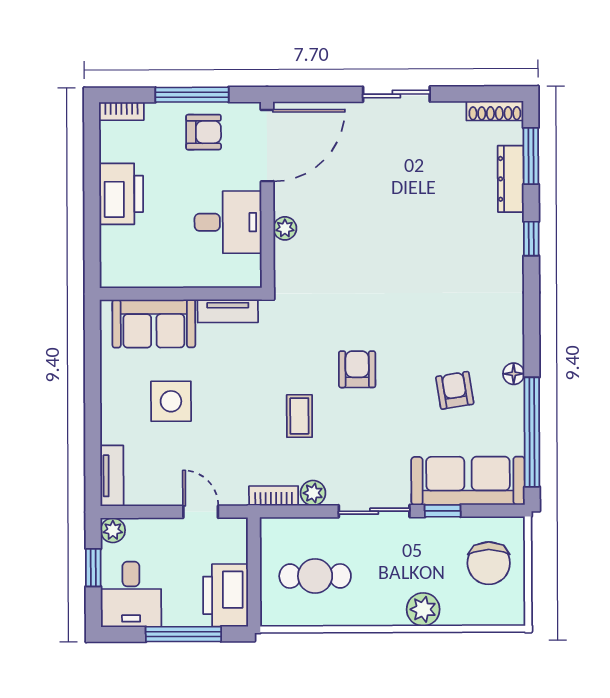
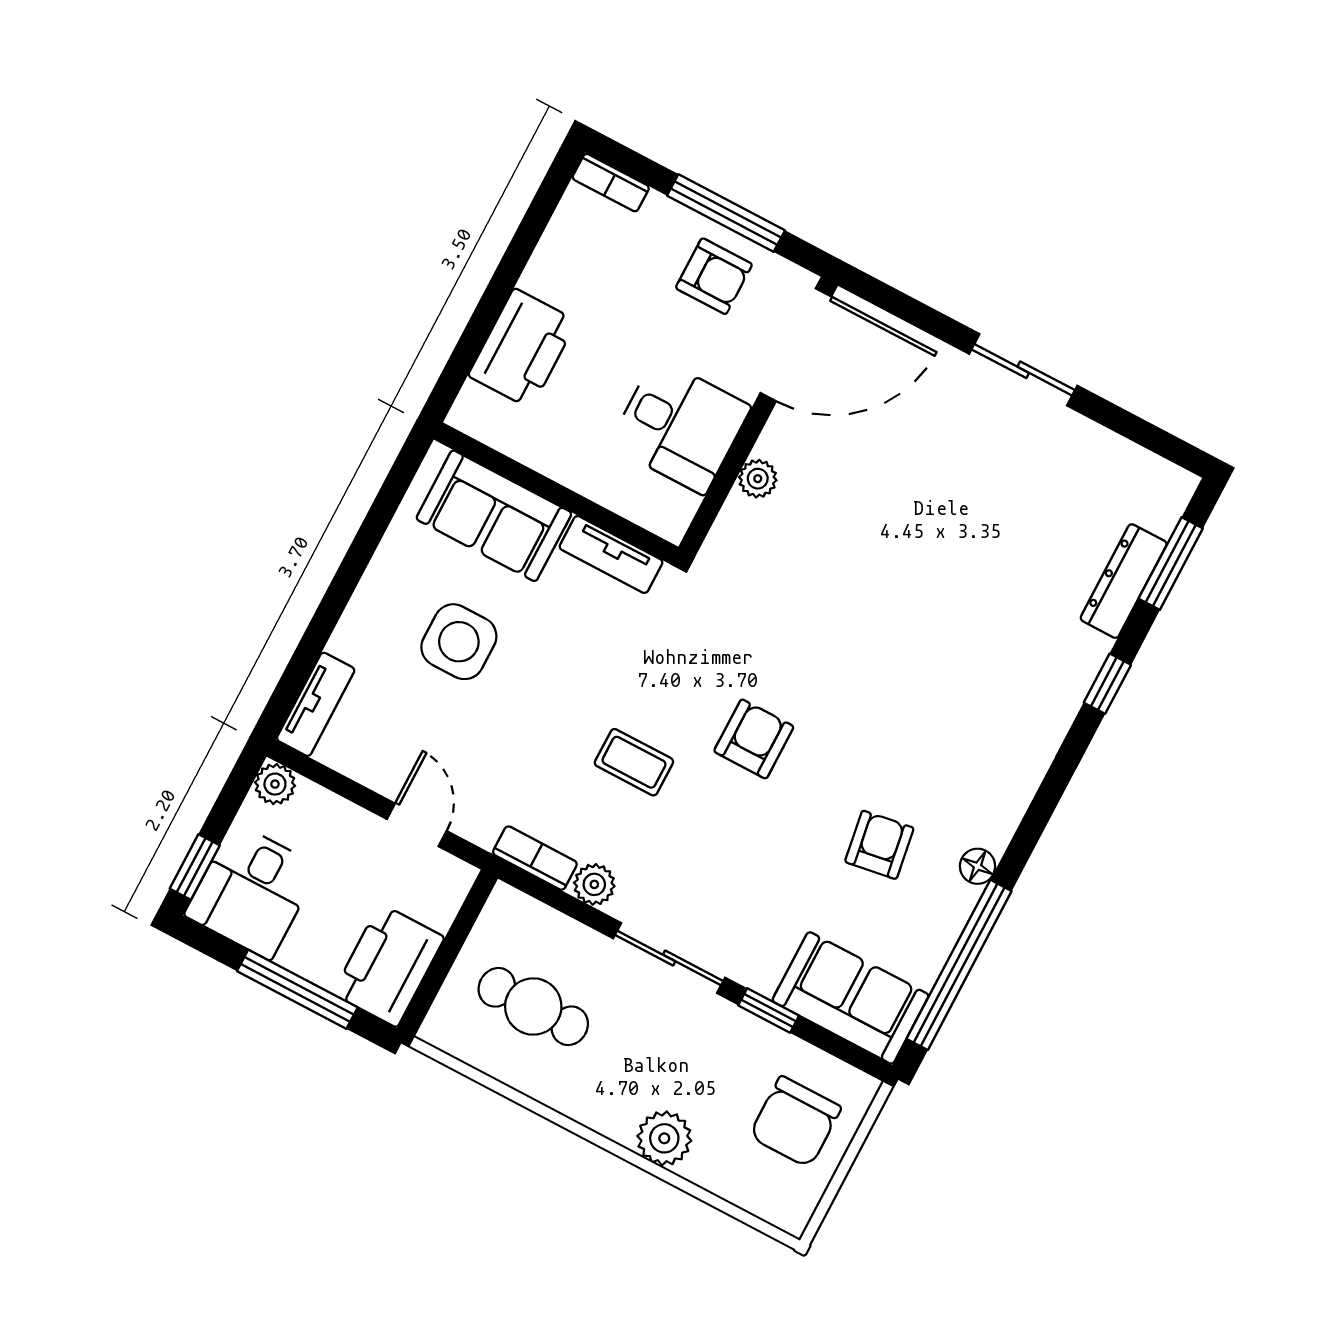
shoe rack: (495, 111) -> (1153, 470), removed
printer: (121, 194) -> (523, 348), moved
coffee table: (299, 416) -> (634, 762), turned 90
sofa: (468, 481) -> (851, 998), width x0.73
window: (93, 568) -> (195, 867), moved

